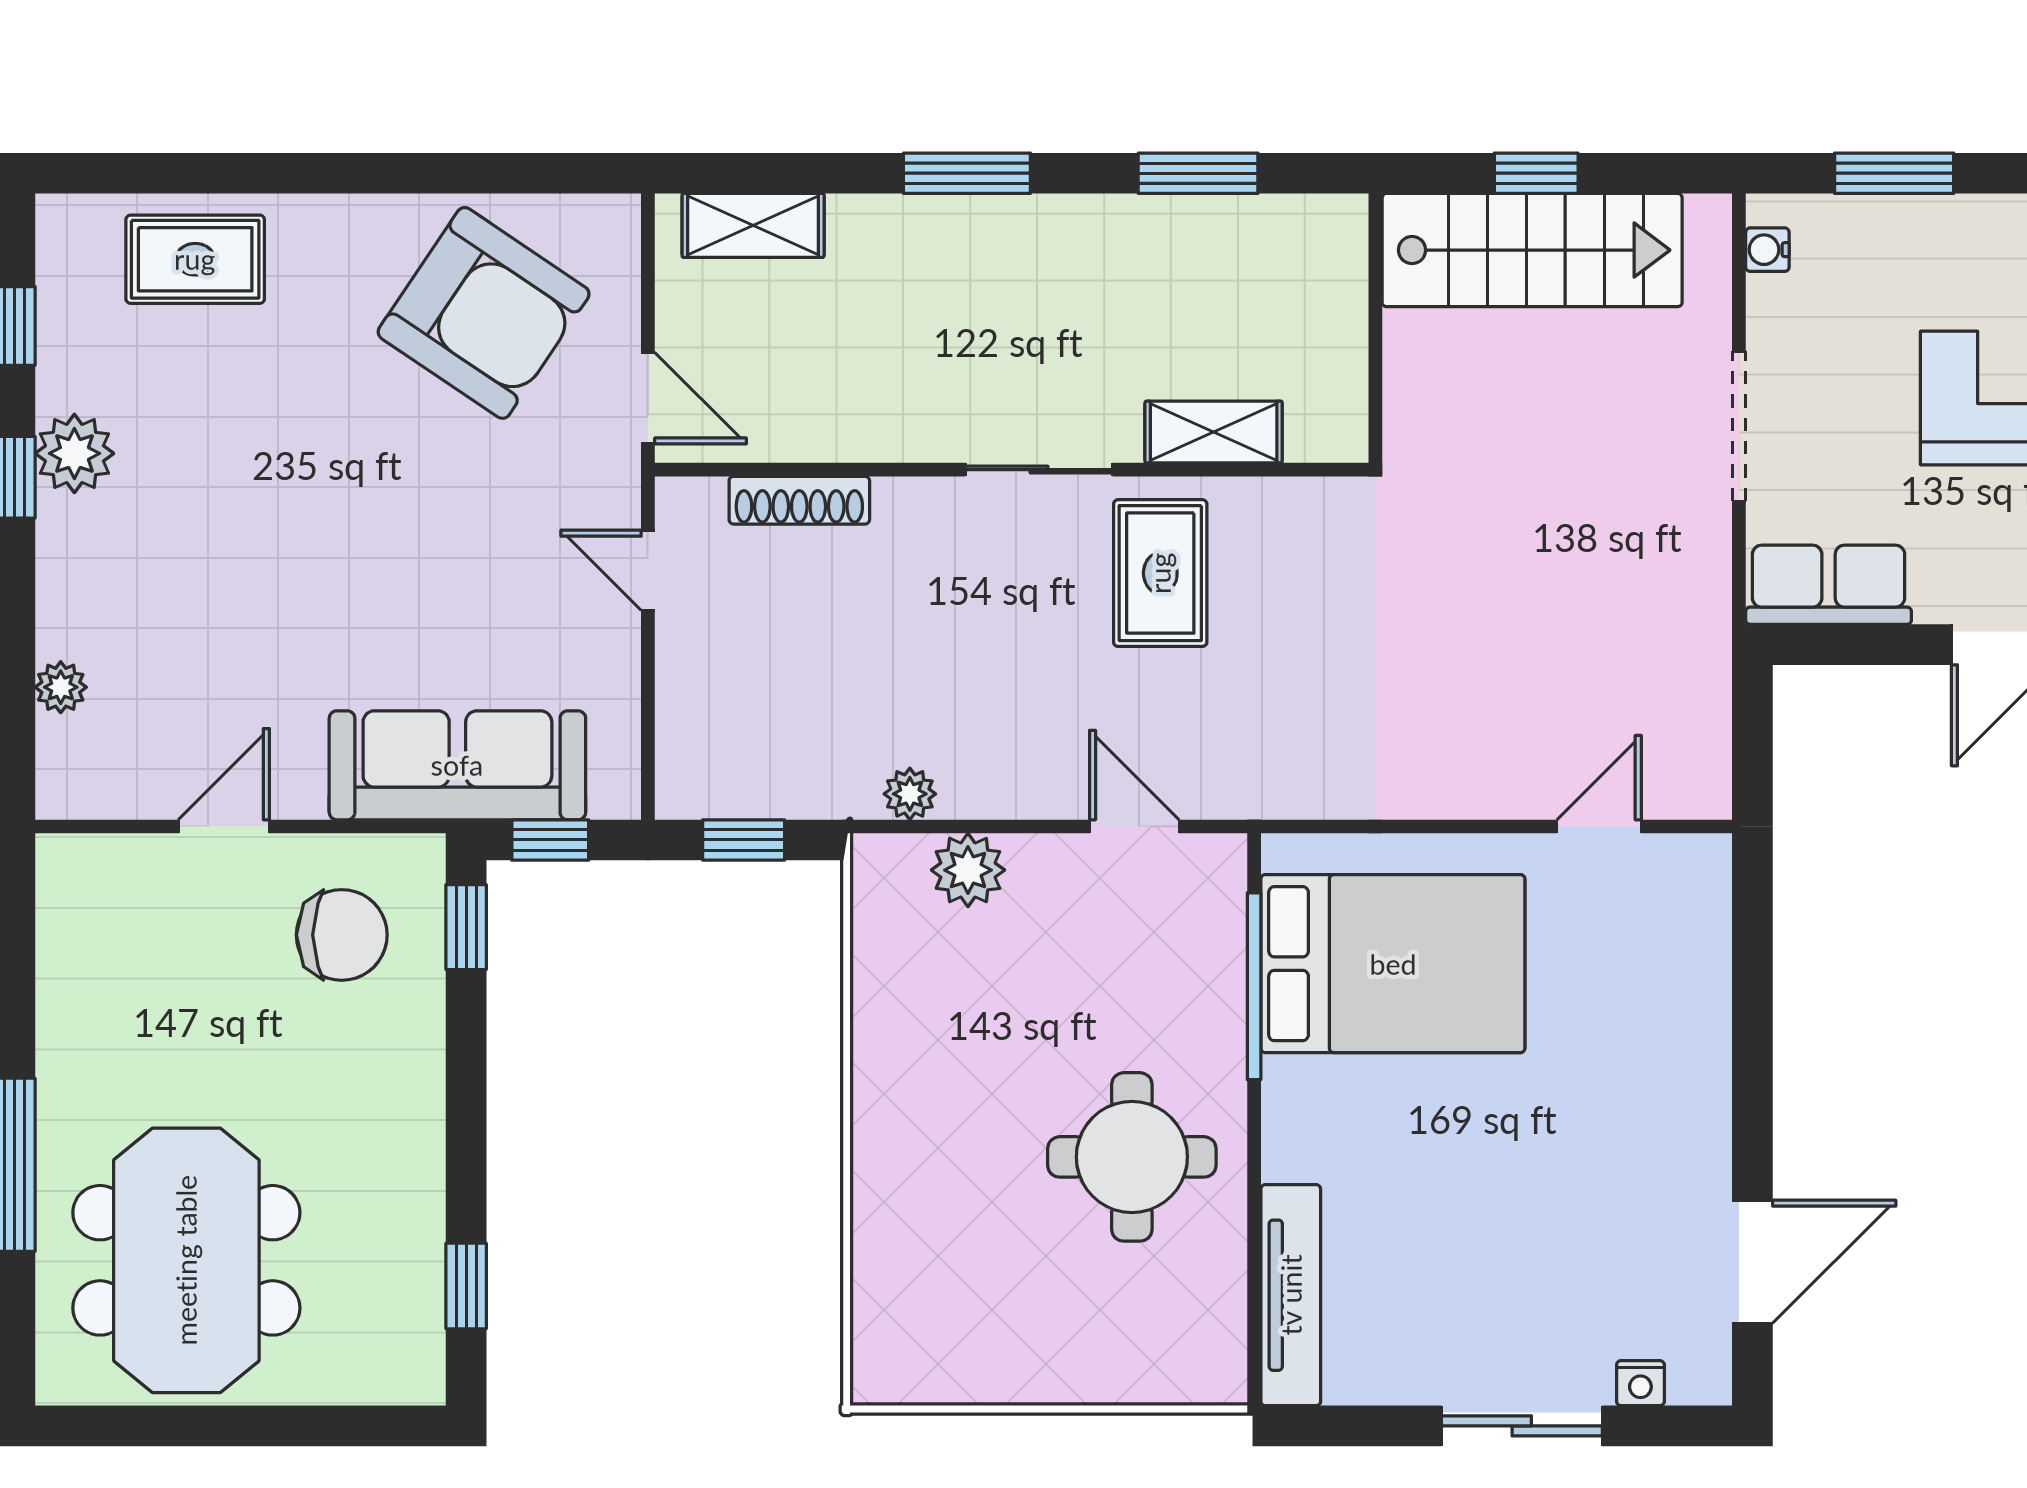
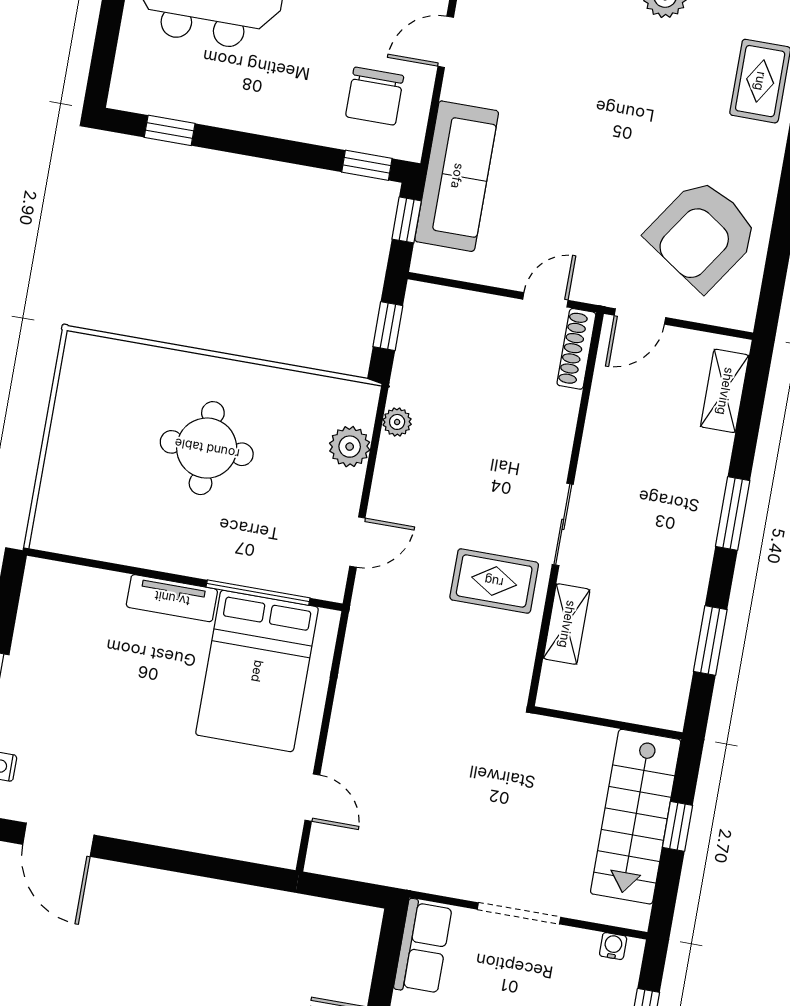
shoe rack: (799, 500) -> (576, 349), moved
door: (224, 827) -> (446, 42), swing flipped
round table: (1132, 1157) -> (207, 448), moved
tv unit: (1291, 1295) -> (172, 598), moved, width x0.71

